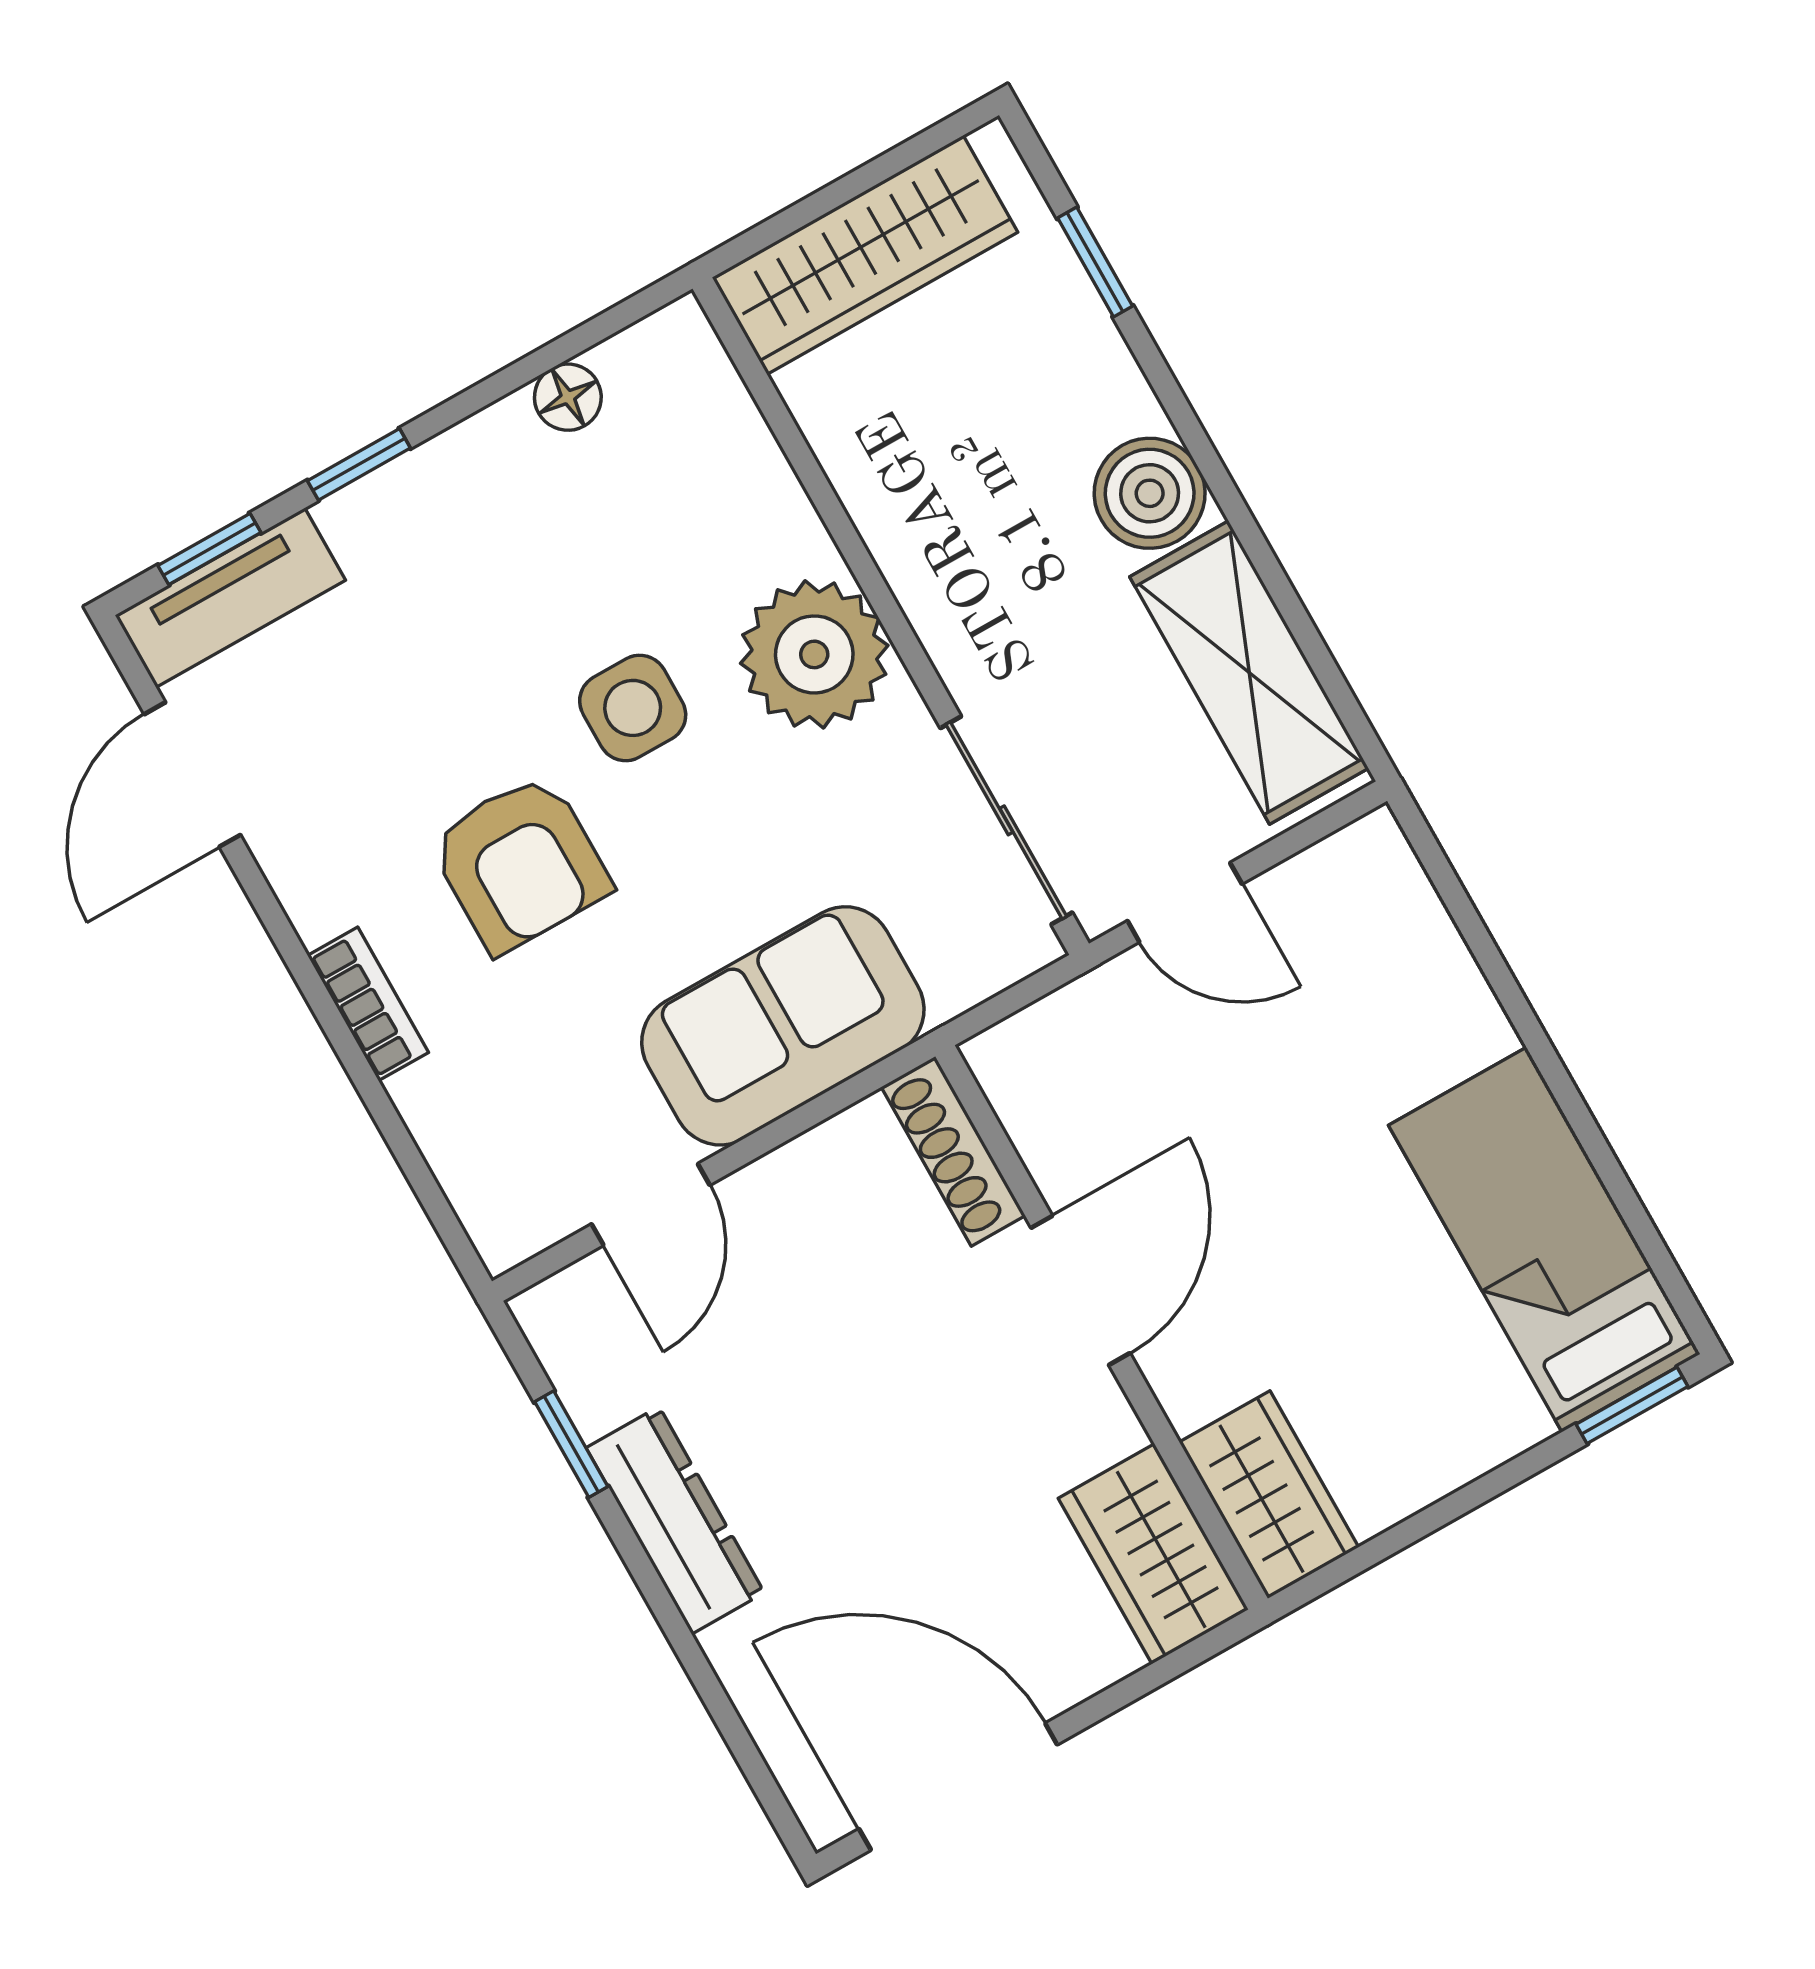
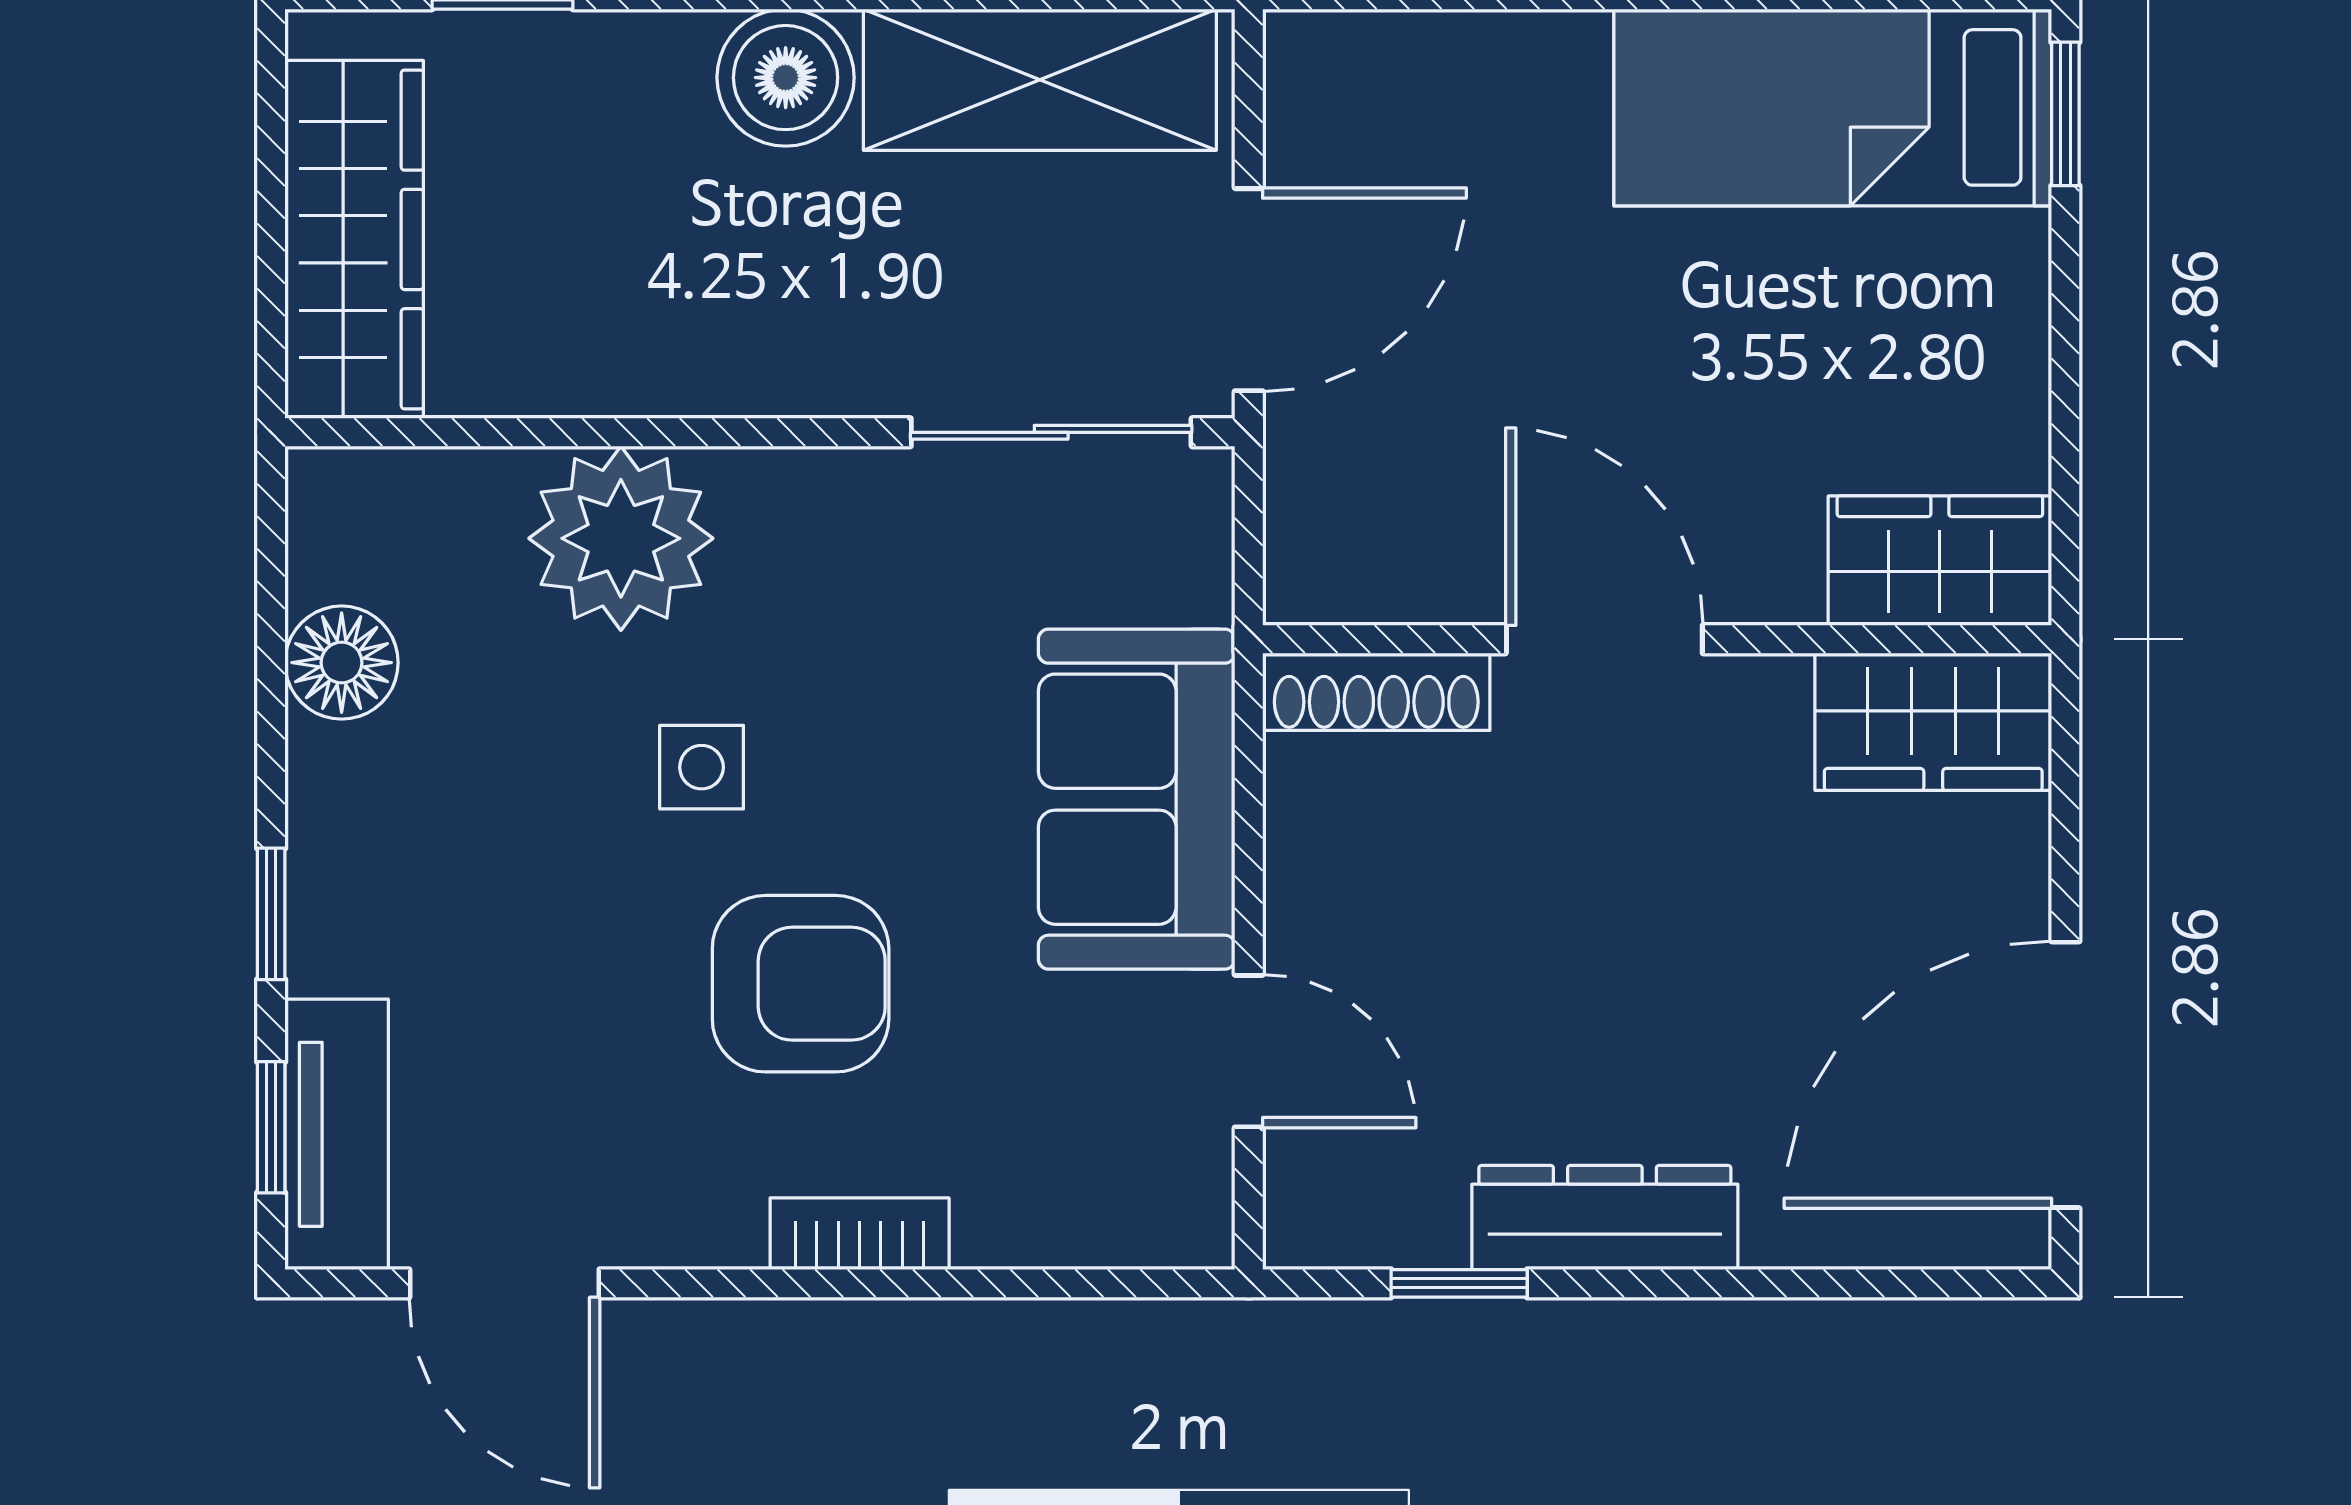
floor lamp: (568, 397) -> (342, 663), width x1.37, depth x1.37
plant: (814, 654) -> (621, 538), moved
side table: (633, 708) -> (702, 767), width x0.73, depth x0.73
door: (1185, 902) -> (1249, 290), width x1.38

